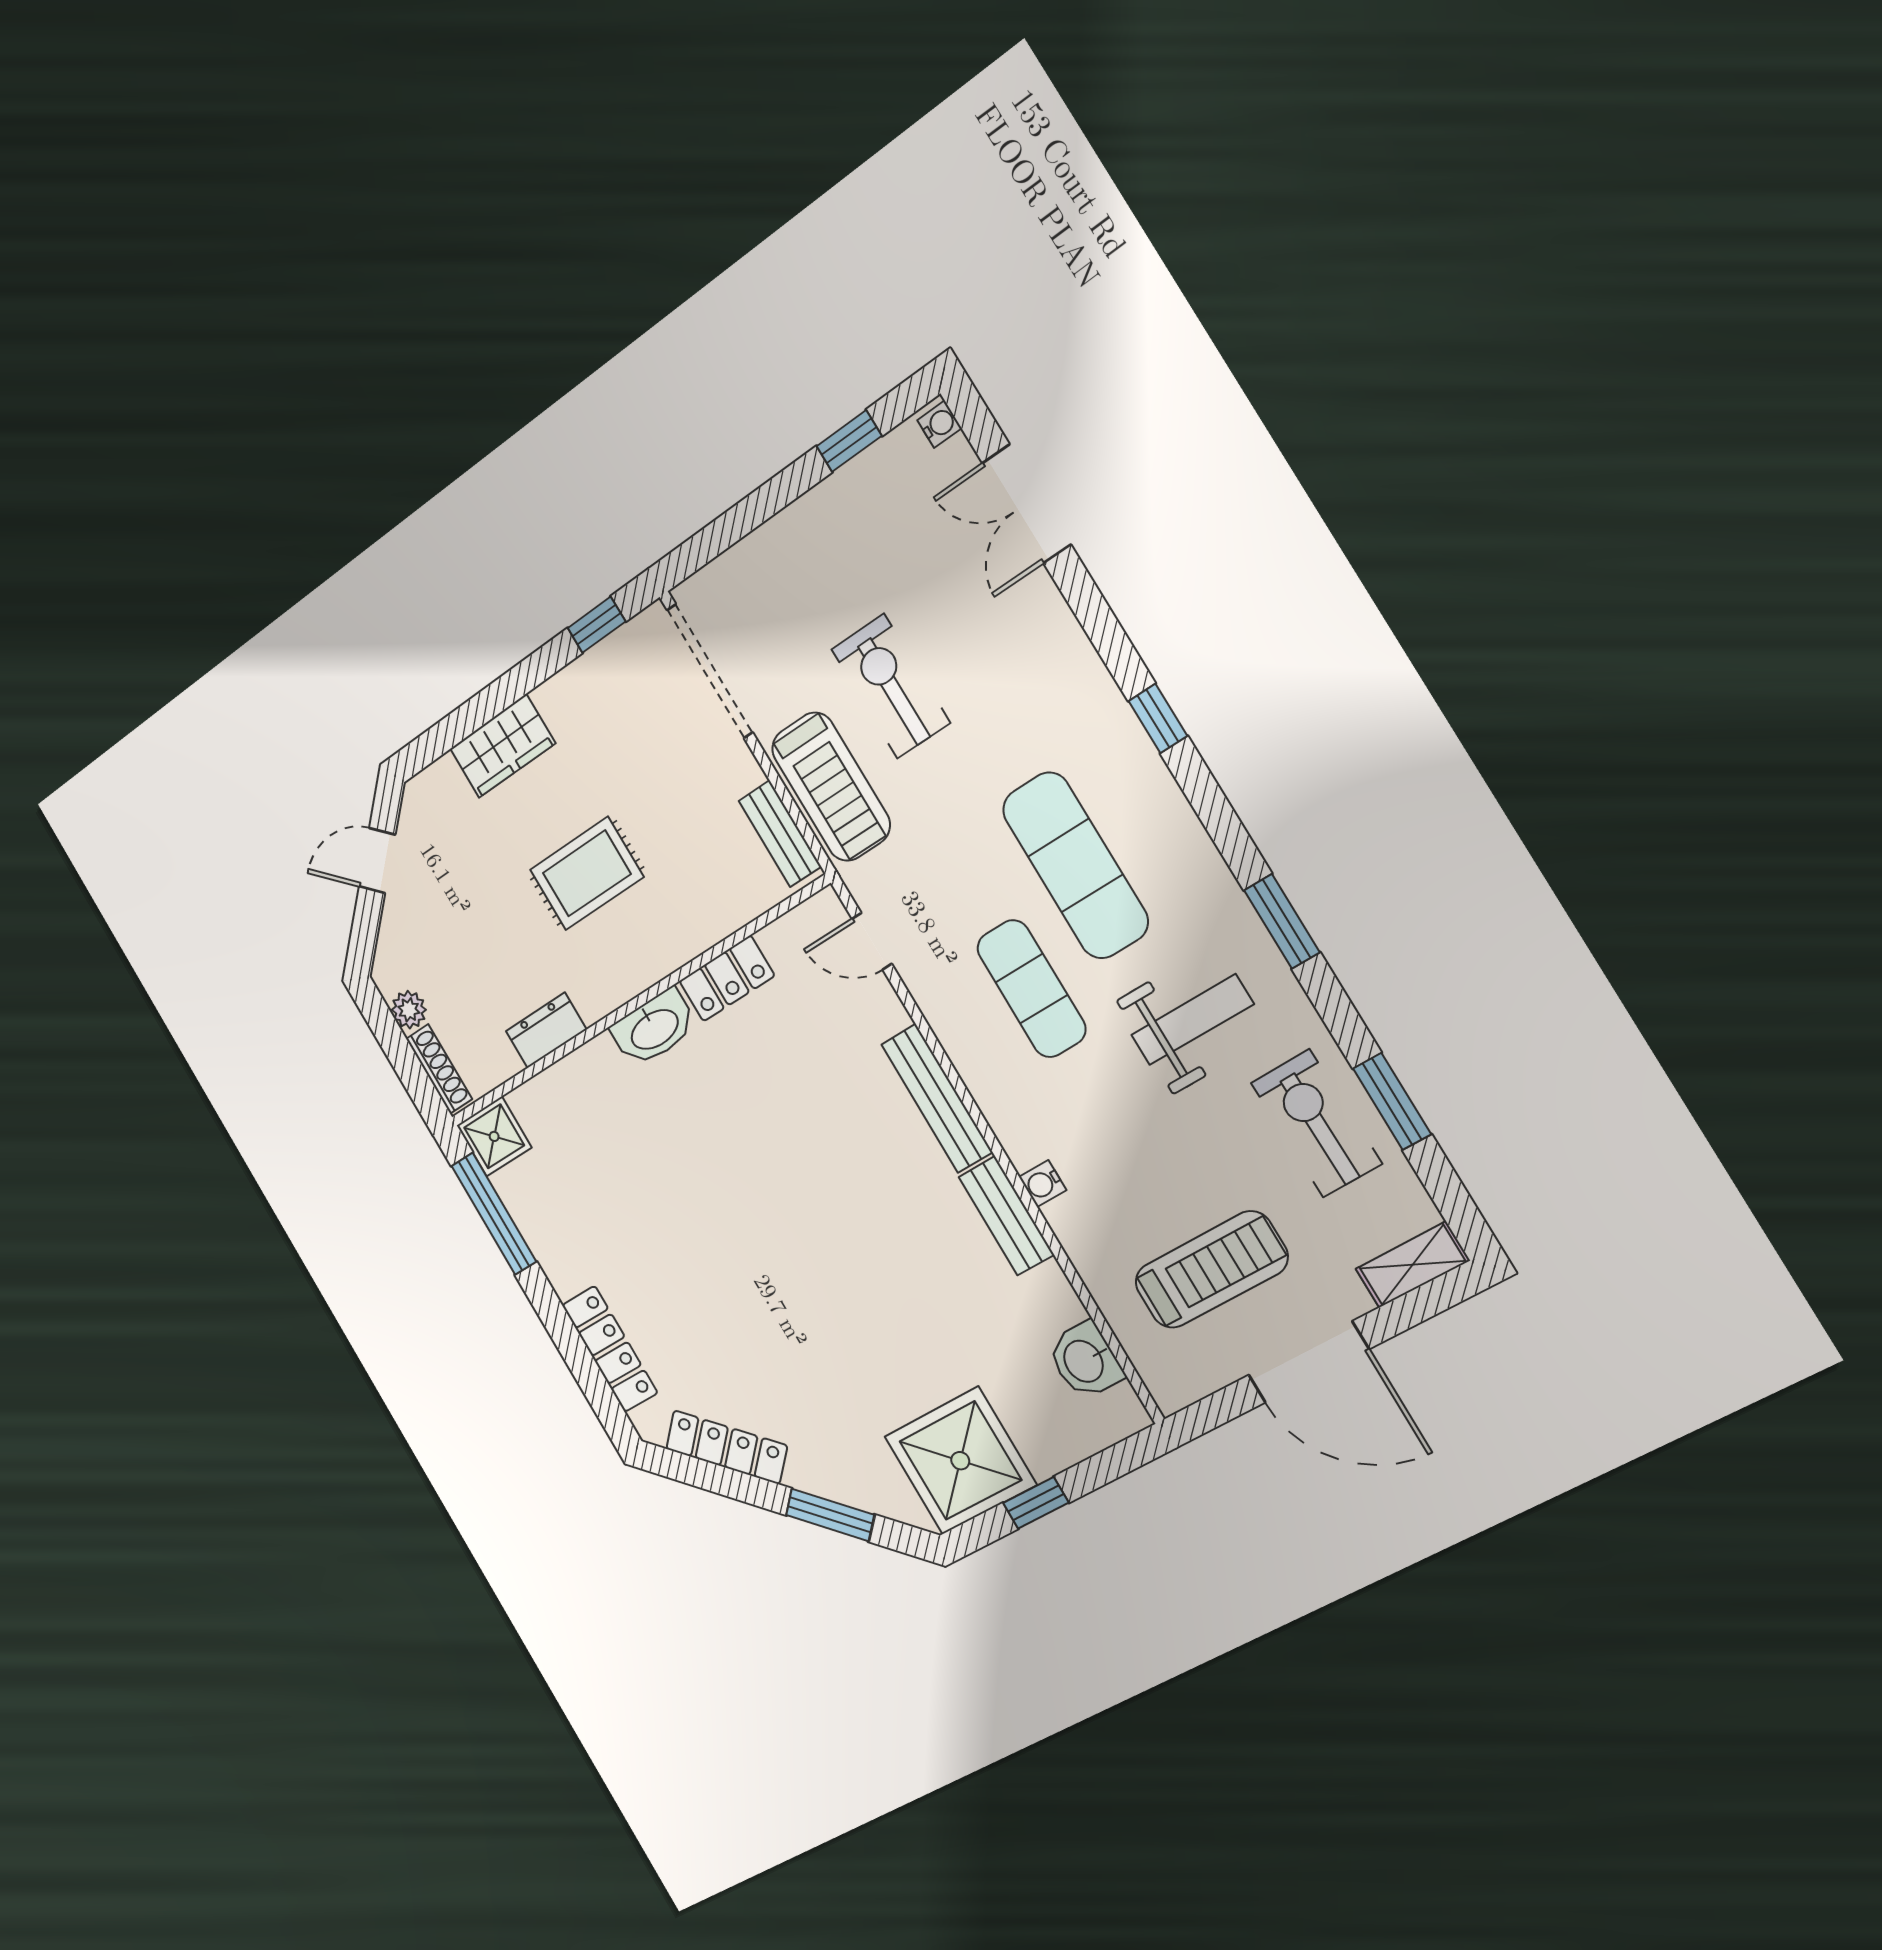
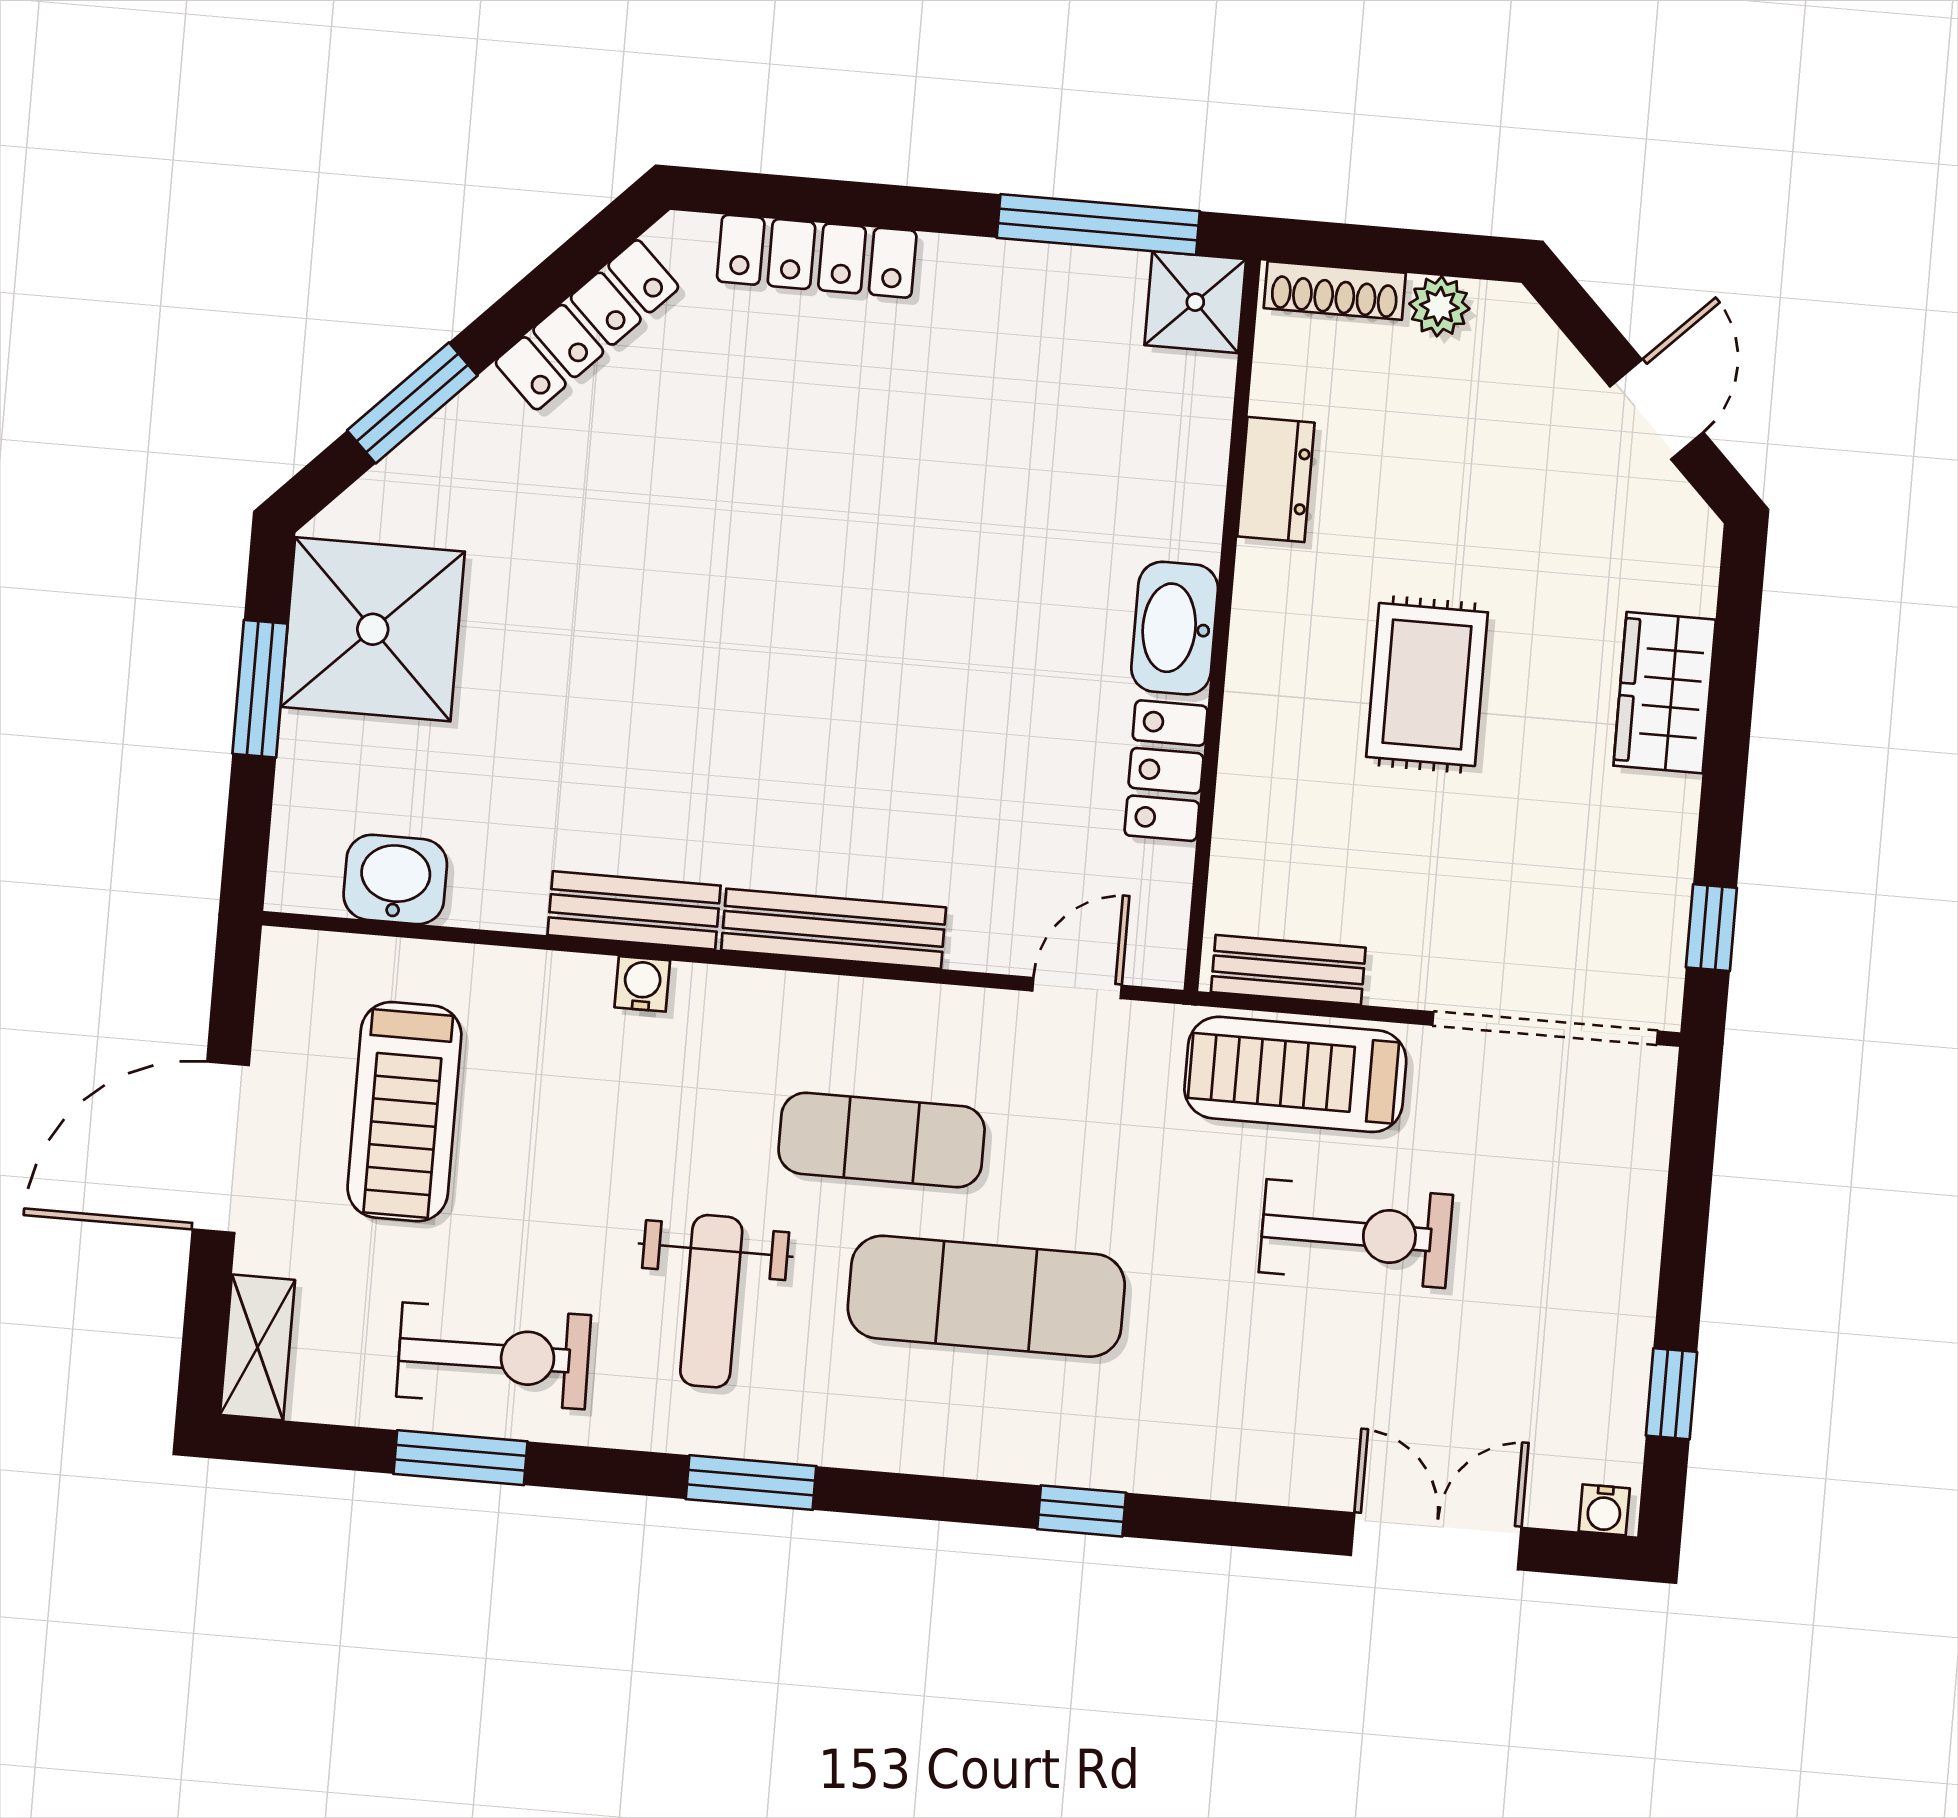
window: (1036, 1503) -> (260, 689), width x1.50

